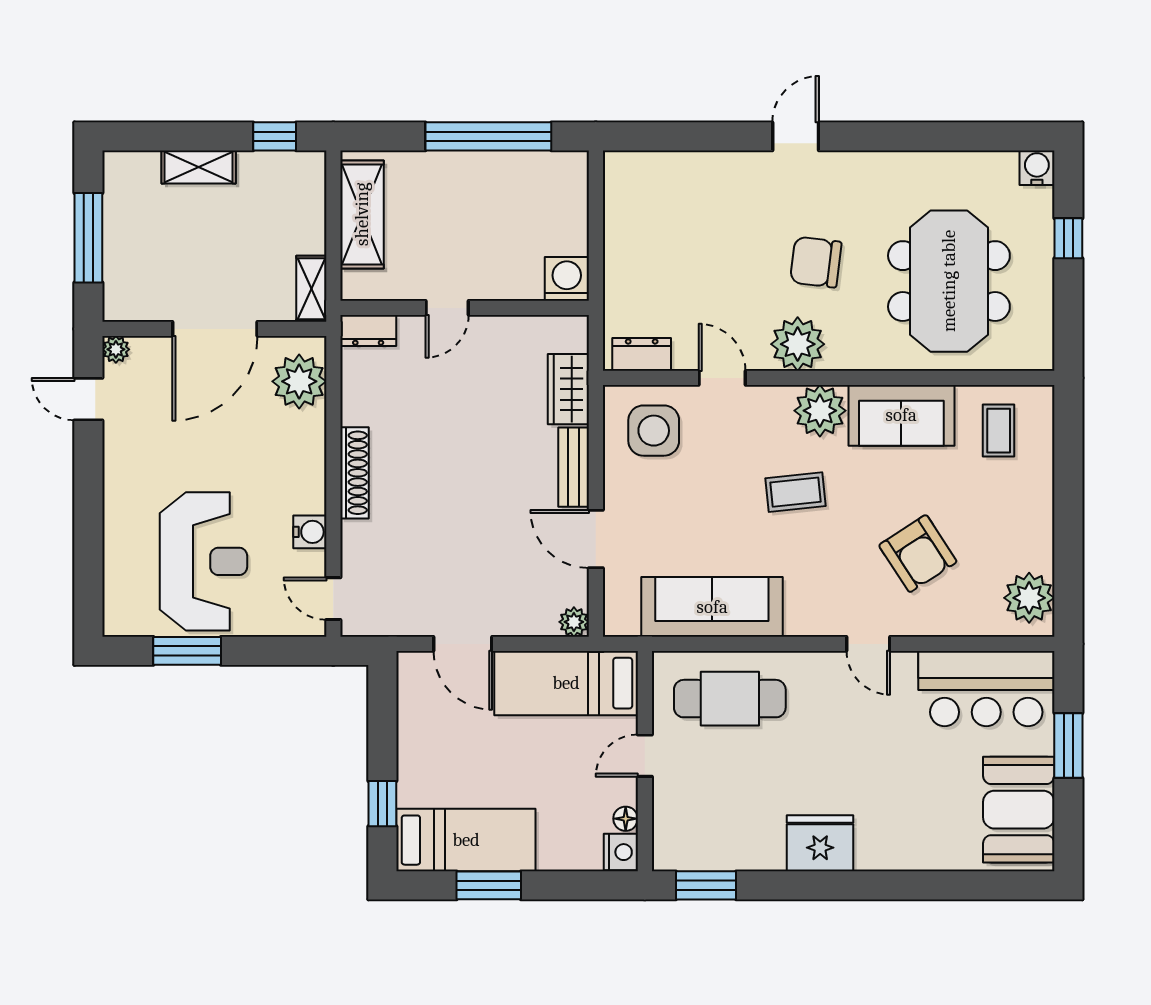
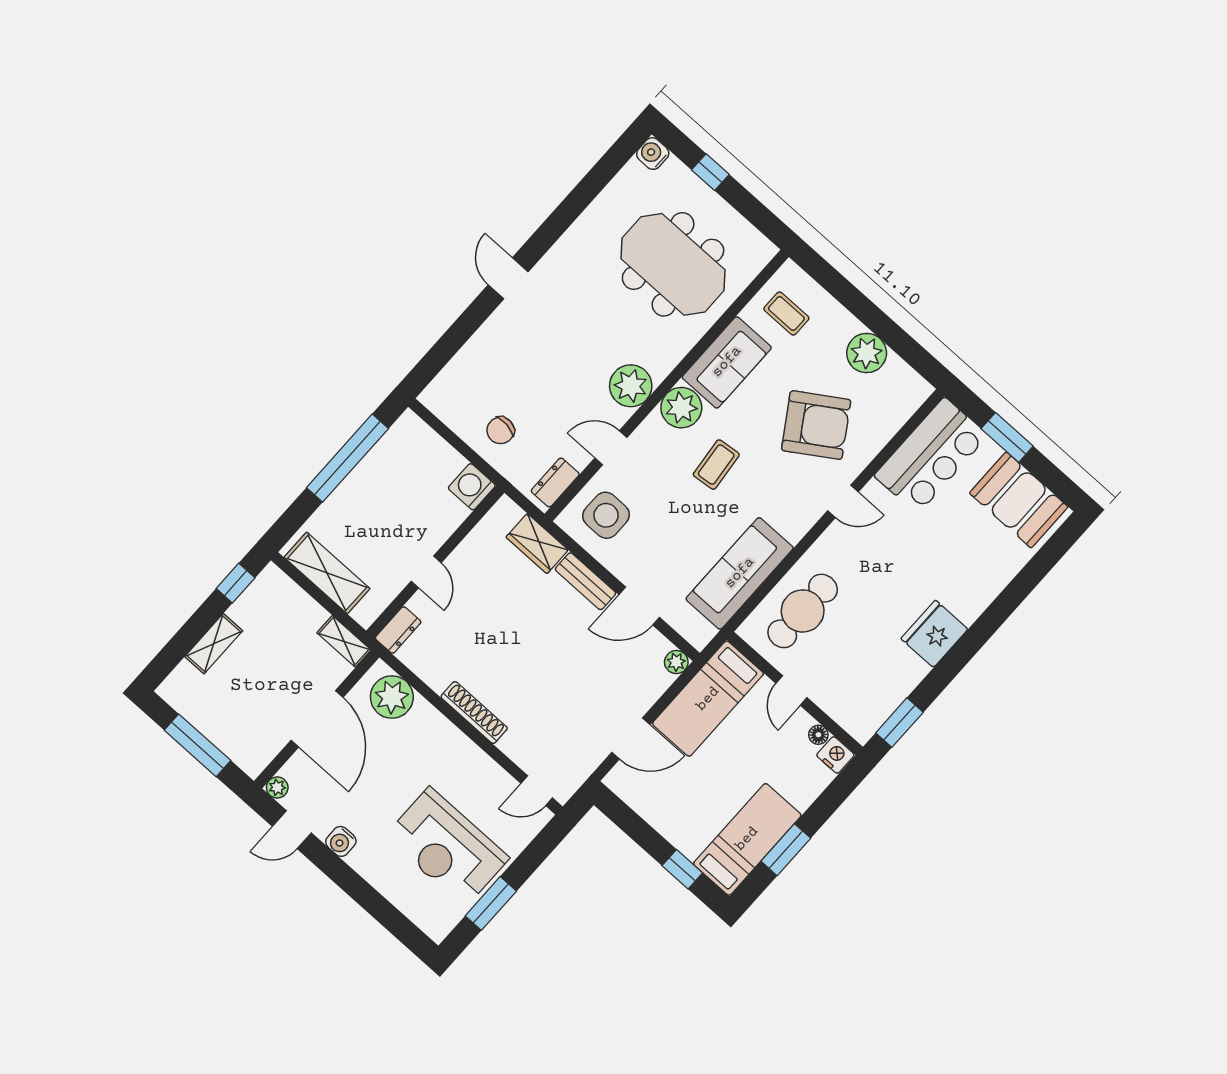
chair: (816, 262) -> (501, 430), moved, width x0.73, depth x0.73
water cooler: (310, 532) -> (341, 841), moved, turned 180
armchair: (918, 554) -> (816, 425), width x1.36, depth x1.36
reception desk: (203, 561) -> (447, 847), turned 180
plant: (1029, 598) -> (867, 353), moved

